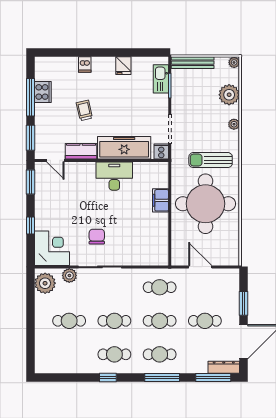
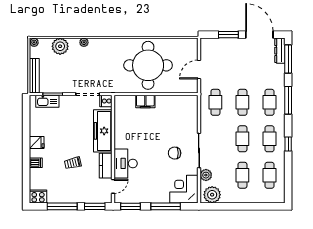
fridge: (123, 66) -> (37, 142), moved
cooker: (43, 92) -> (38, 196), moved
sun lounger: (211, 160) -> (113, 61), removed
desk: (114, 176) -> (126, 163), moved
window: (31, 226) -> (166, 206), width x2.17
cafe table: (205, 321) -> (269, 175), moved

